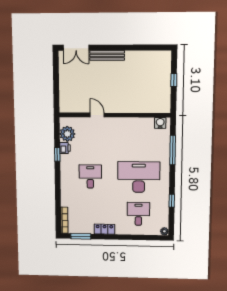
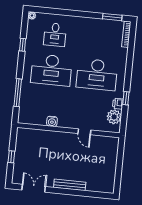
double door: (76, 48) -> (34, 188), moved
water cooler: (160, 123) -> (52, 121), moved
desk: (90, 176) -> (97, 75), width x1.87, depth x1.30
locker: (104, 229) -> (89, 22), removed

